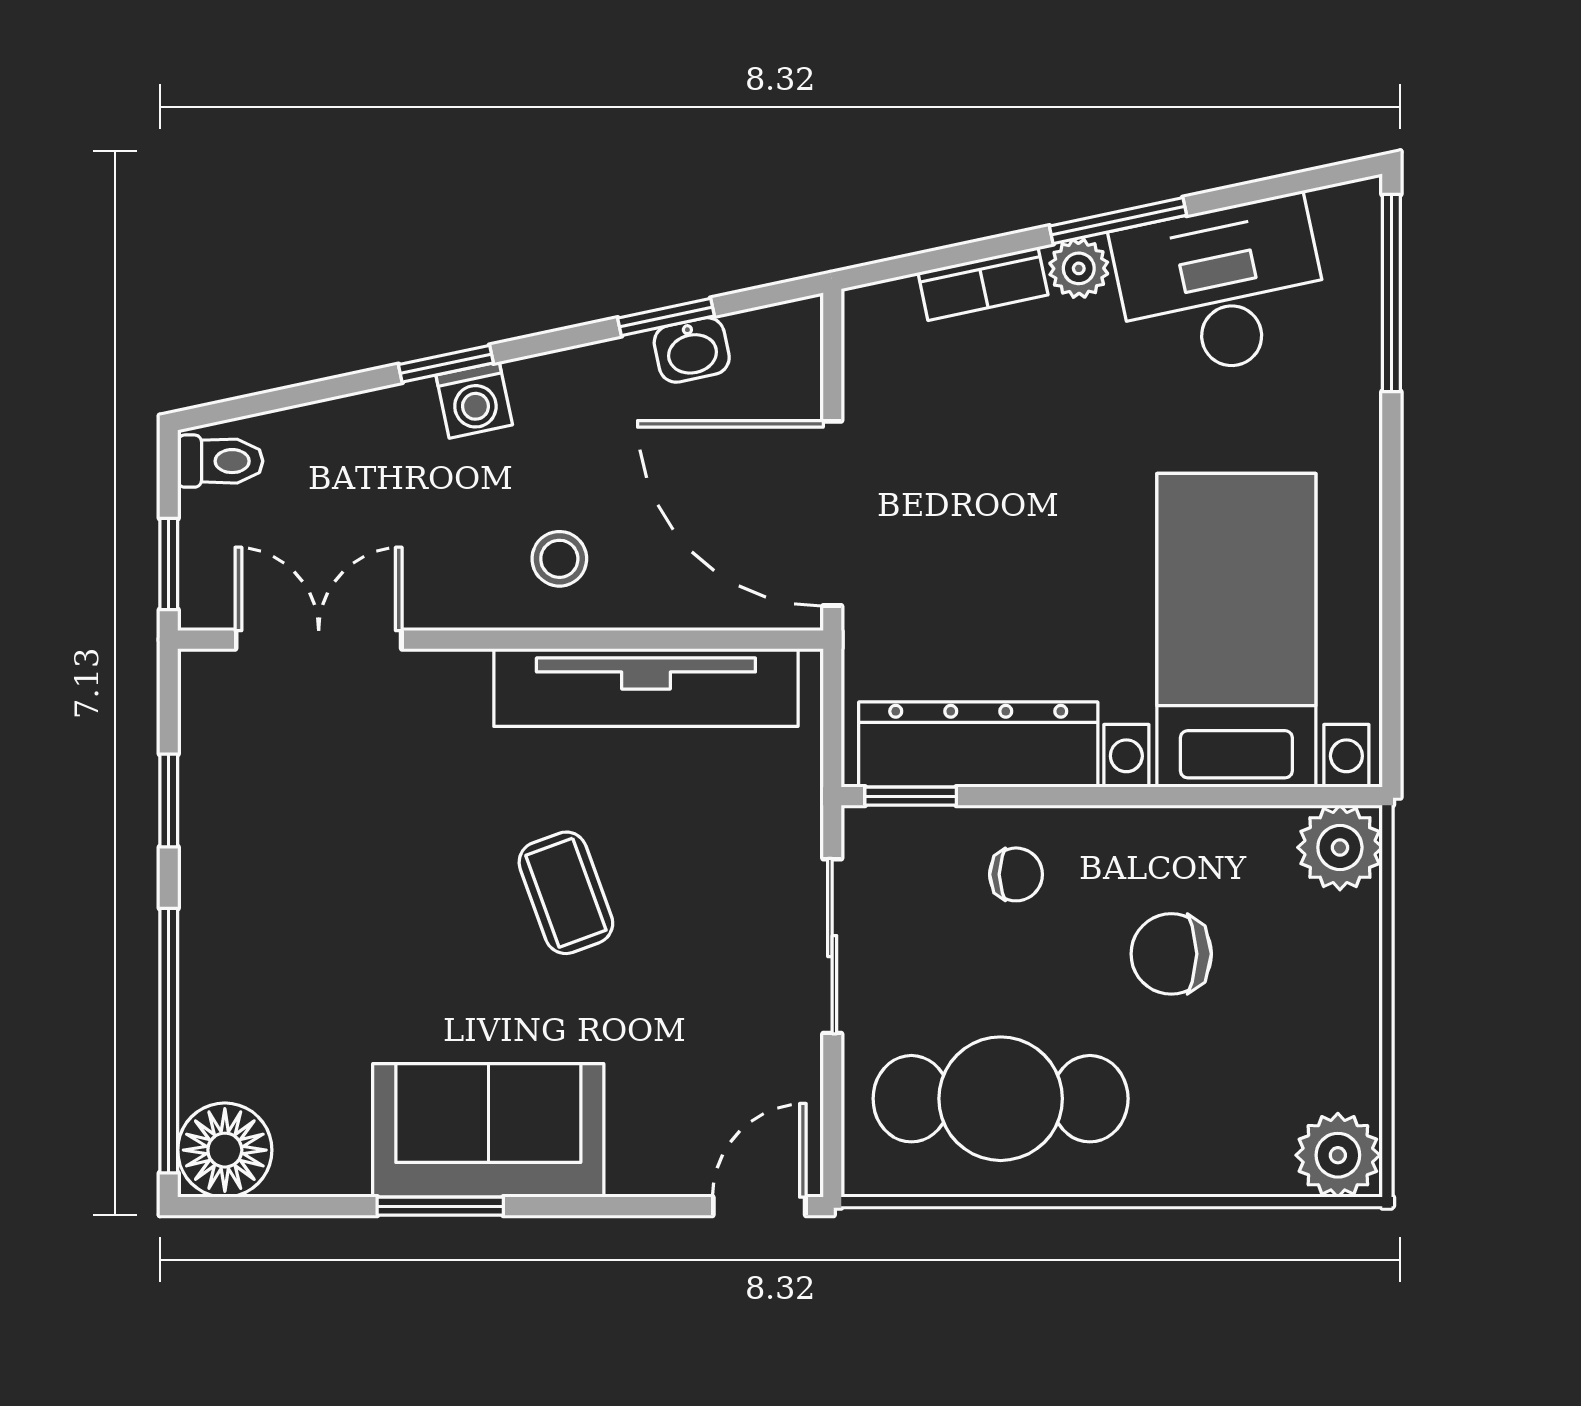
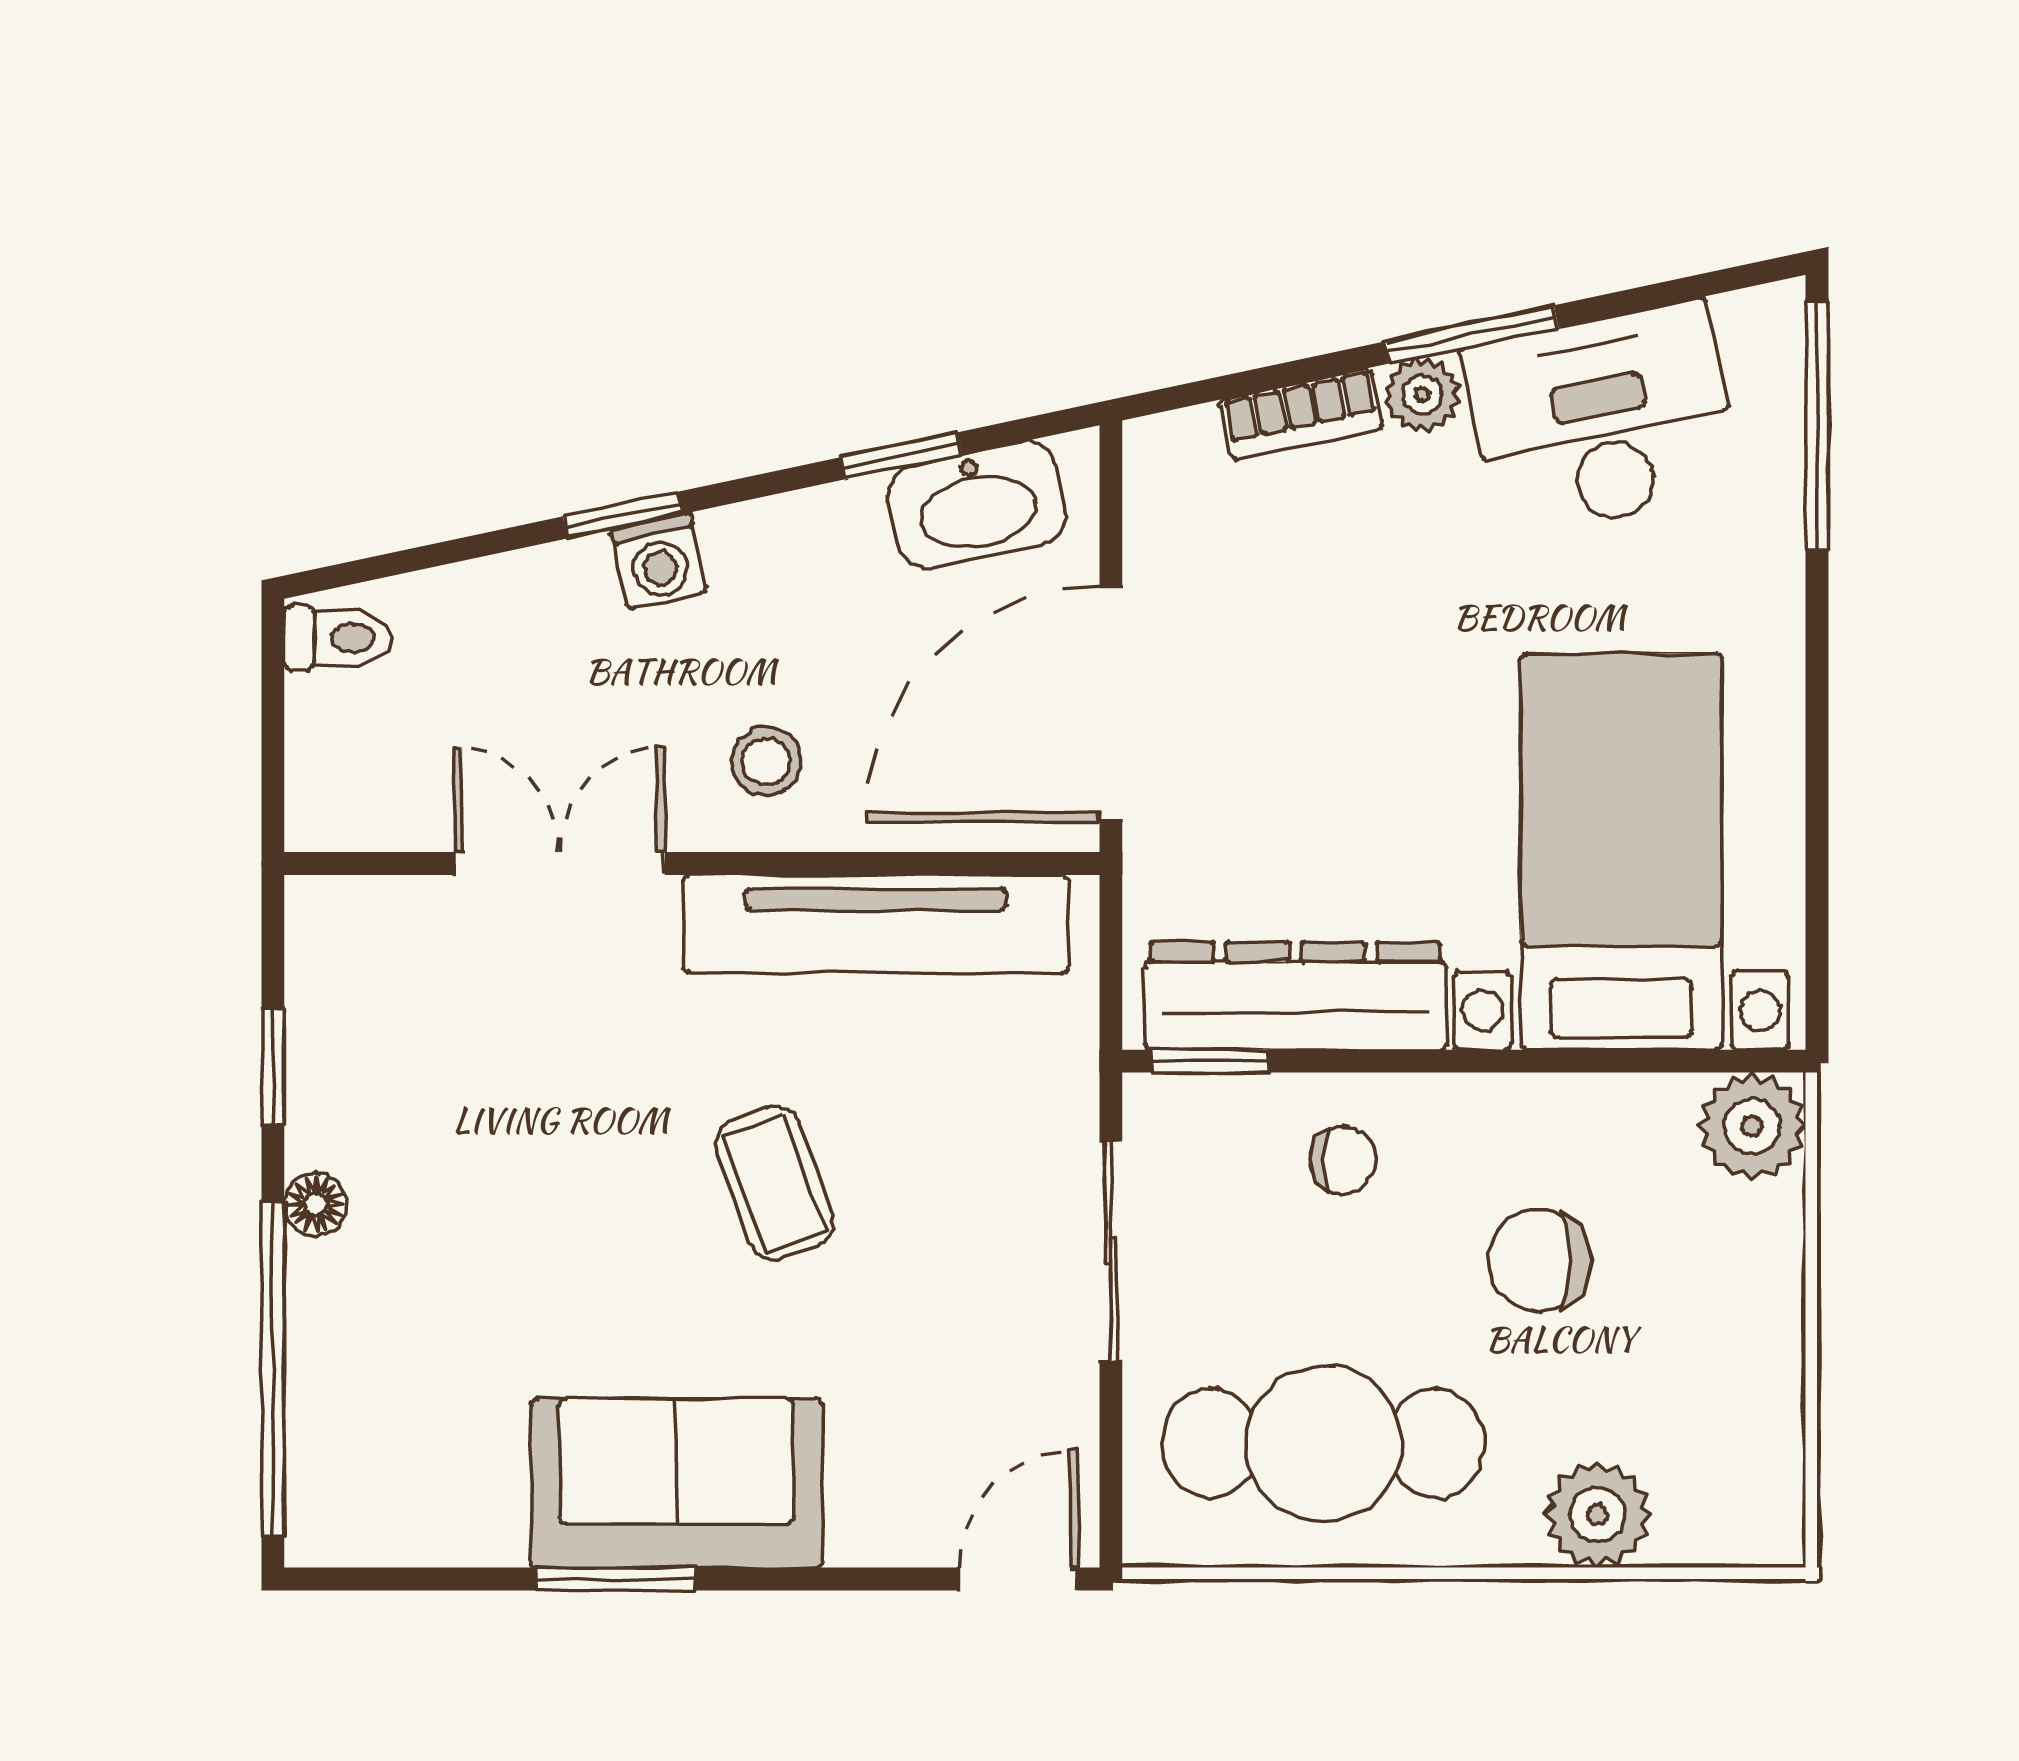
washbasin: (692, 350) -> (977, 505), width x1.91, depth x1.45
door: (832, 513) -> (1111, 704), hinge flipped
window: (169, 564) -> (273, 768), removed
double door: (319, 640) -> (559, 863), moved
floor lamp: (225, 1150) -> (316, 1204), moved, width x0.53, depth x0.53
plant: (1338, 1155) -> (1598, 1515), moved

